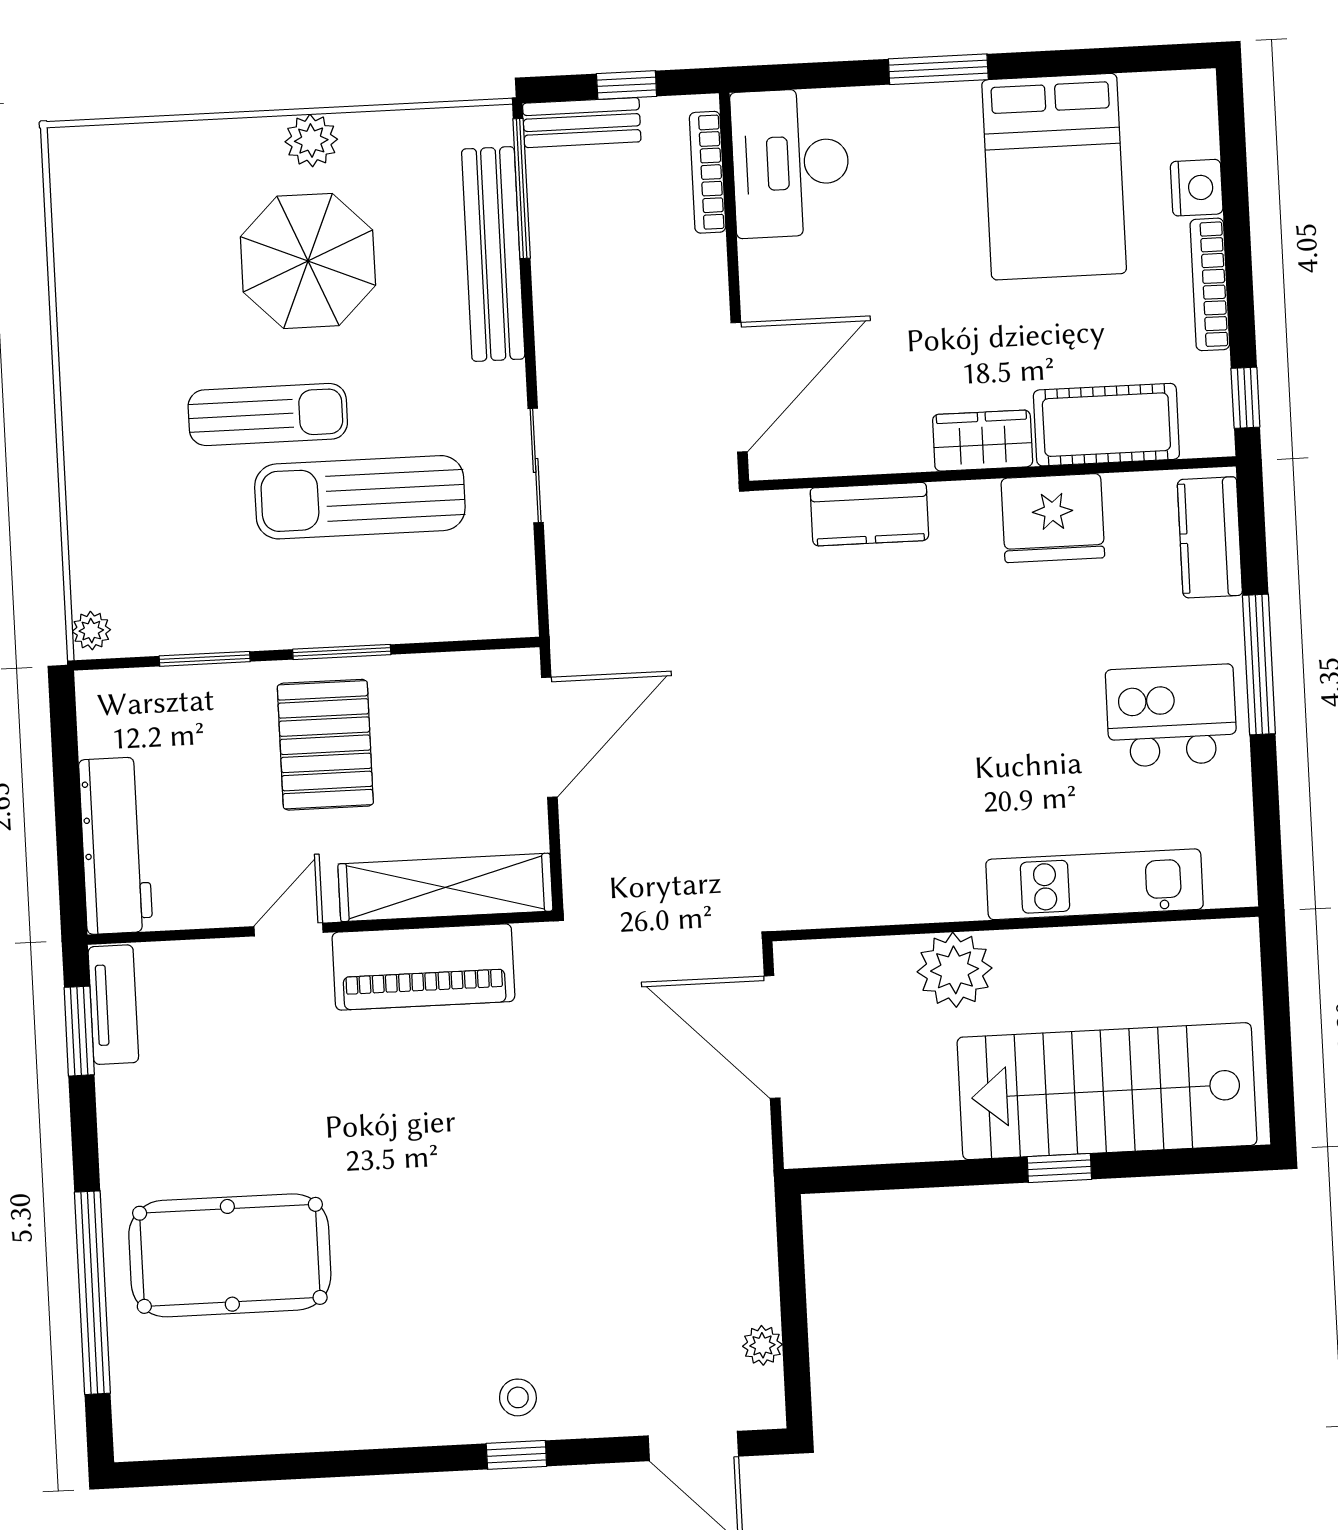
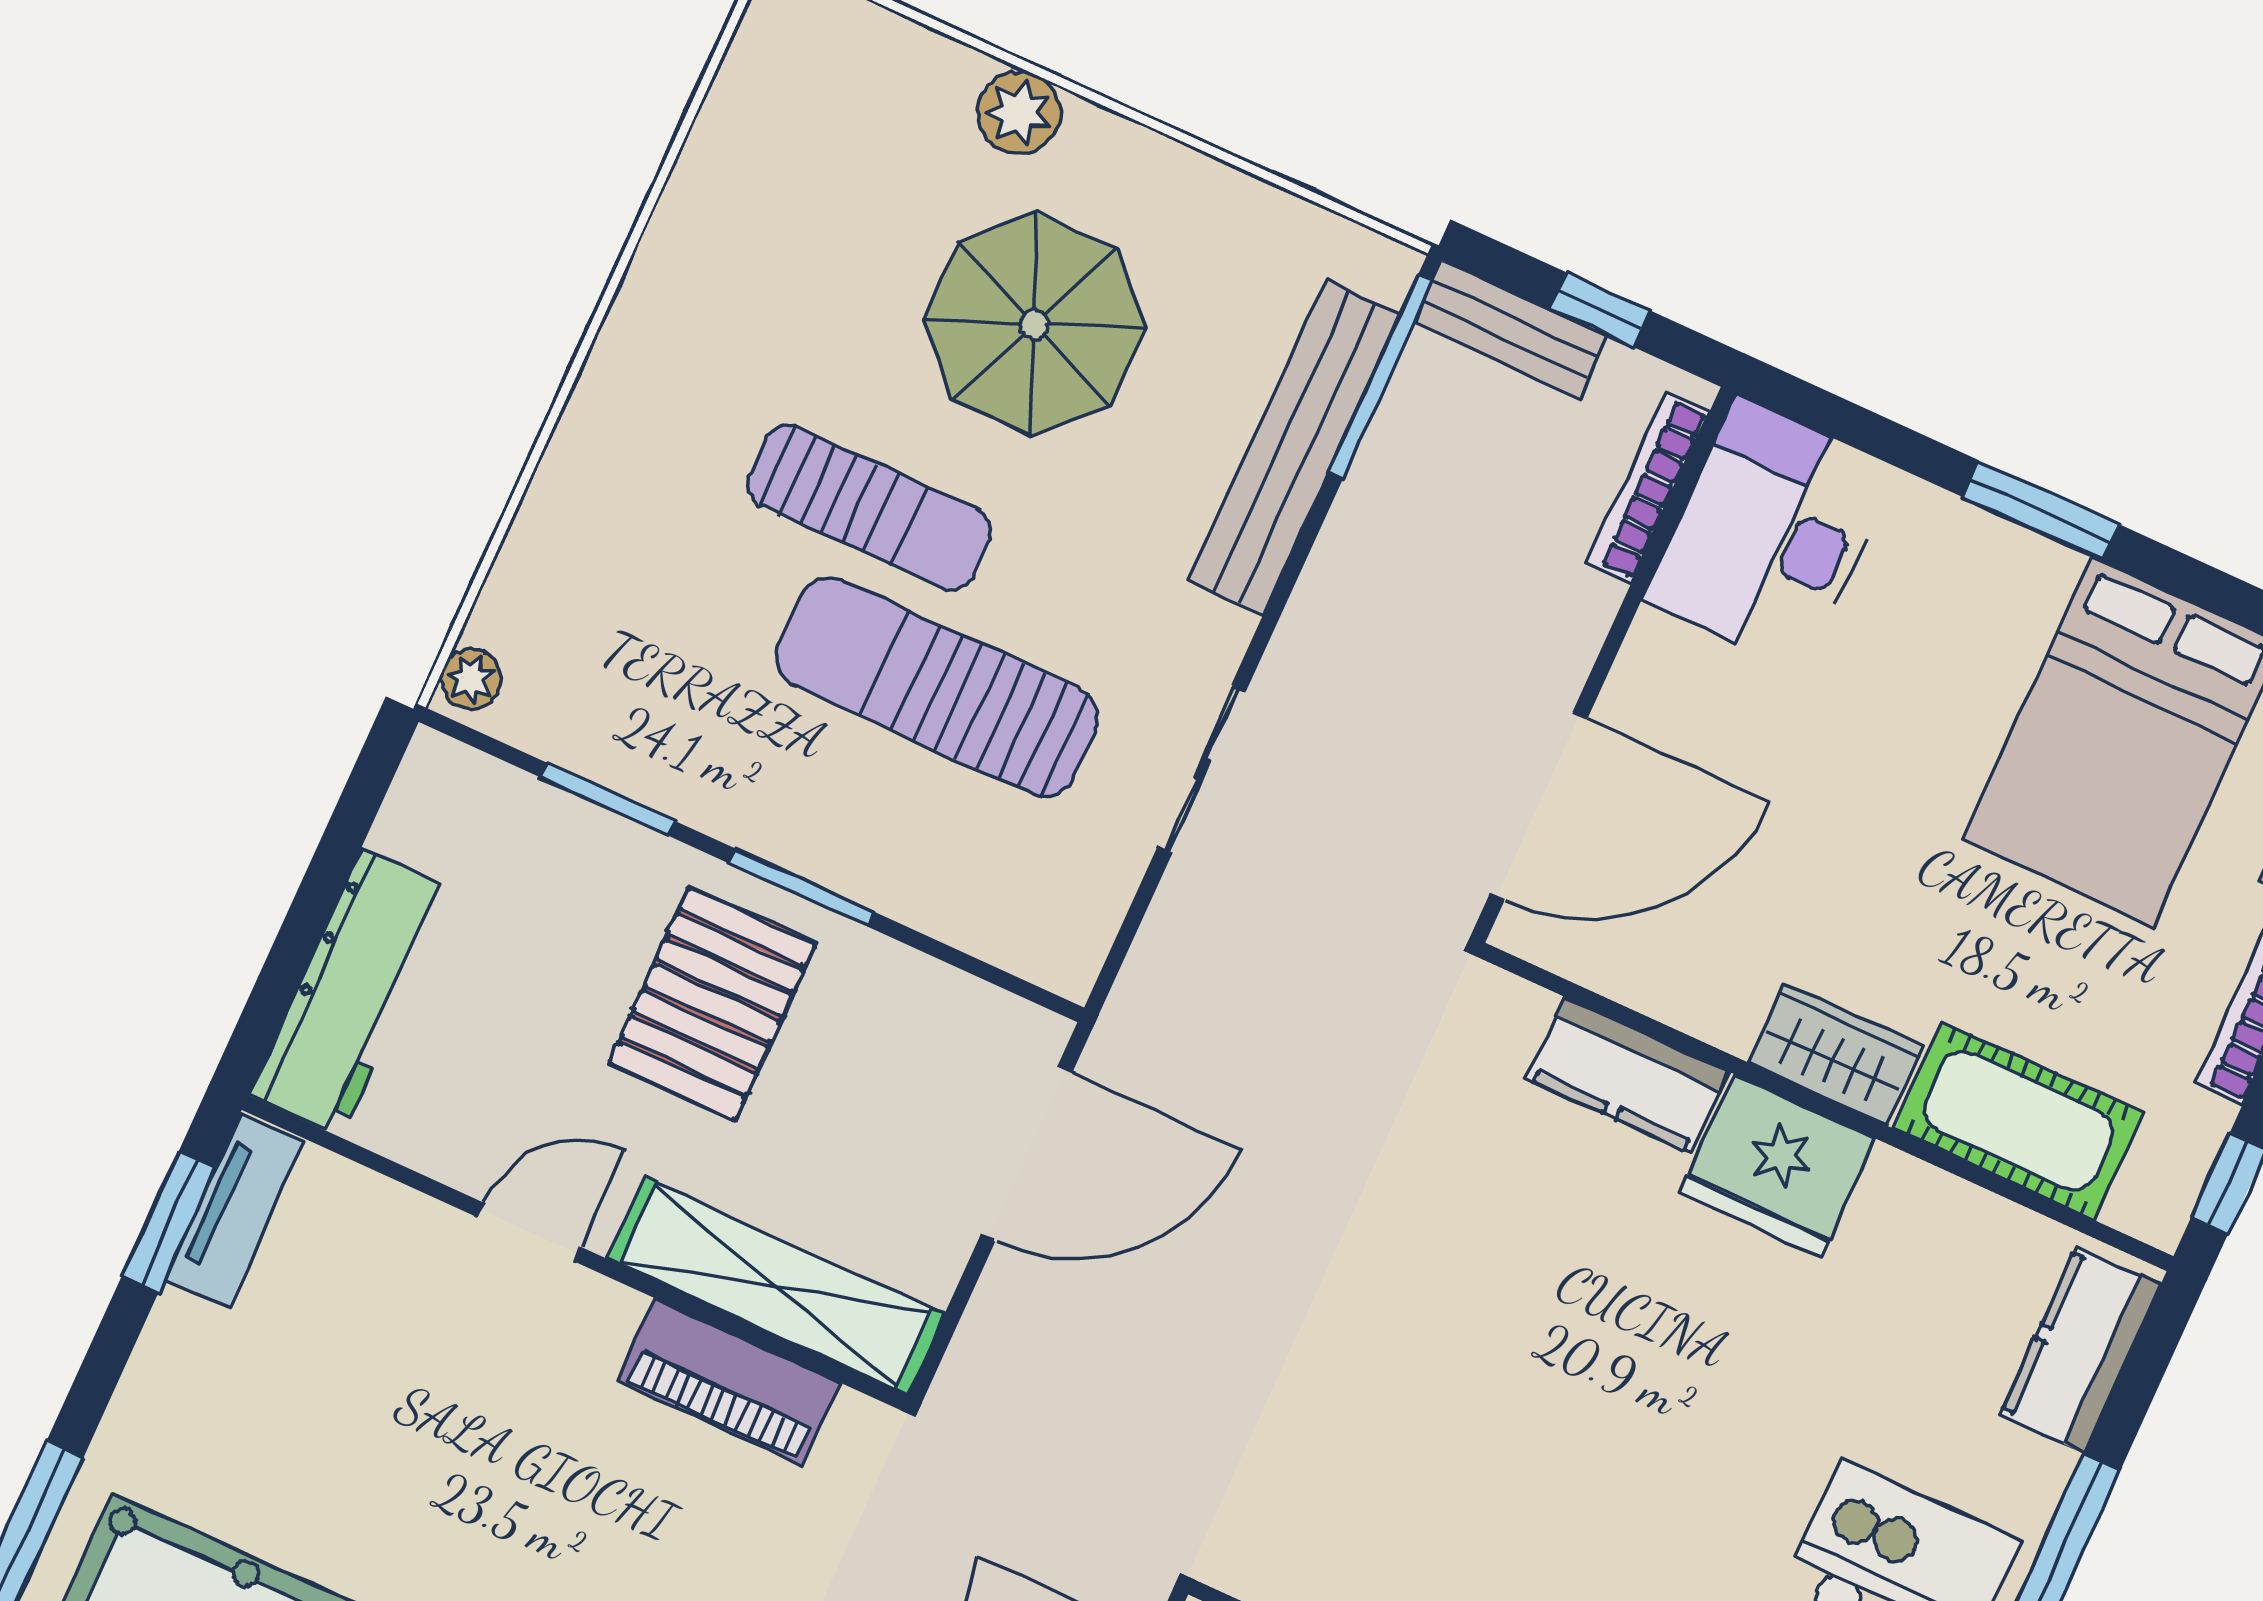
plant: (311, 140) -> (1019, 112), moved
fridge: (1053, 518) -> (1777, 1166), moved
piano: (423, 967) -> (729, 1382), width x0.73, depth x0.75

